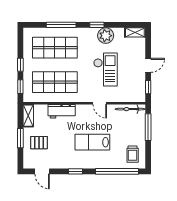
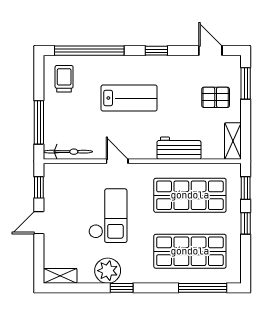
window: (61, 25) -> (203, 288), moved
checkout: (105, 70) -> (108, 216), turned 180
window: (20, 138) -> (246, 83), moved

